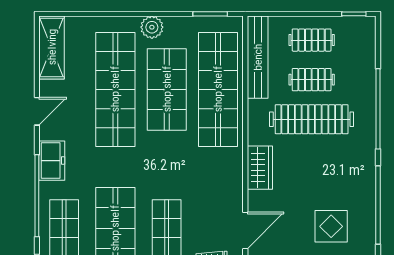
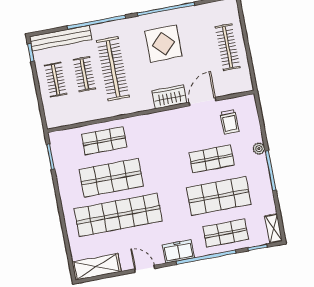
plant: (152, 27) -> (68, 197), removed
bench: (258, 57) -> (61, 38), moved
shop shelf: (218, 89) -> (104, 141), width x0.50, depth x0.74
wardrobe: (260, 168) -> (169, 97), moved
display table: (331, 226) -> (163, 44), moved, width x1.36, depth x1.36
door: (245, 230) -> (203, 102), hinge flipped

